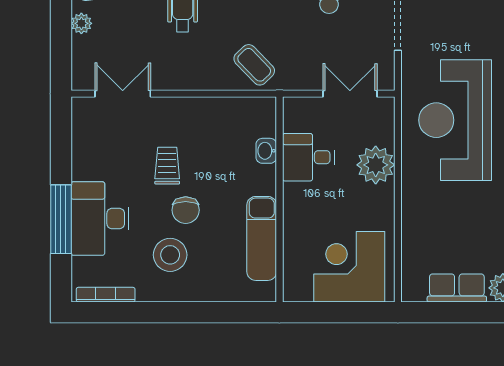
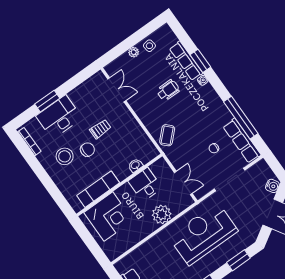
chair: (186, 210) -> (87, 150), turned 180
window: (61, 219) -> (47, 101), width x0.69
corner desk: (349, 267) -> (108, 217), moved, turned 90

